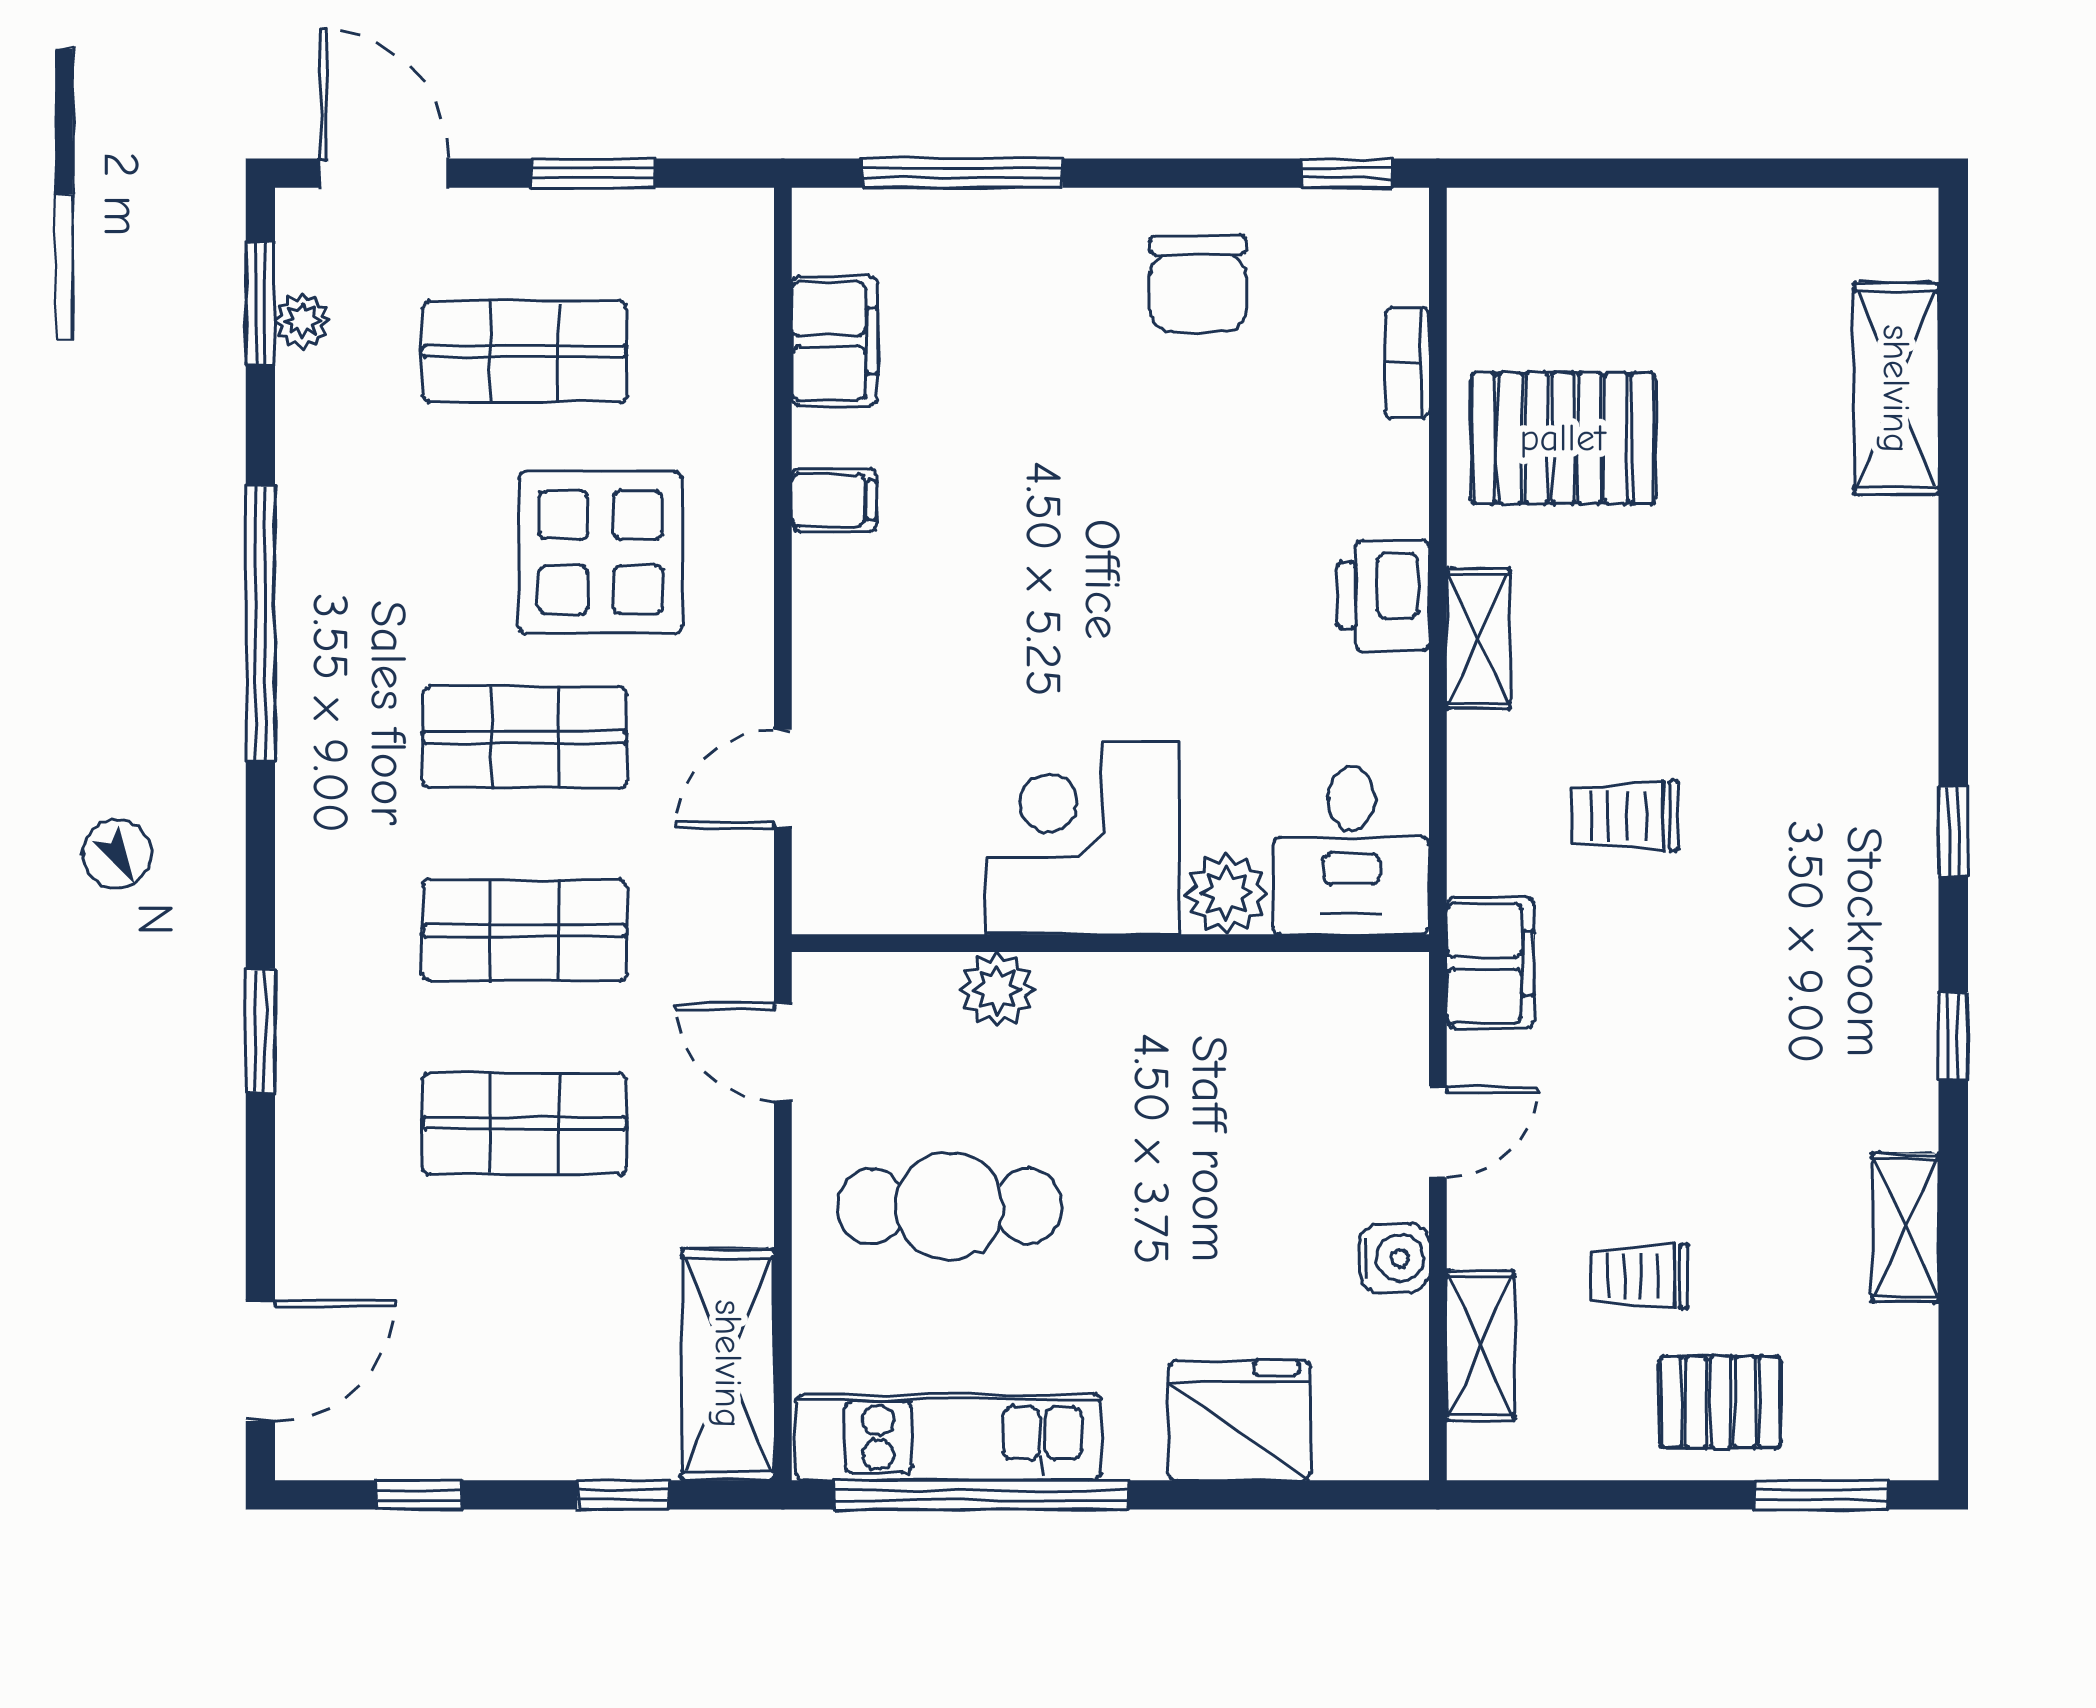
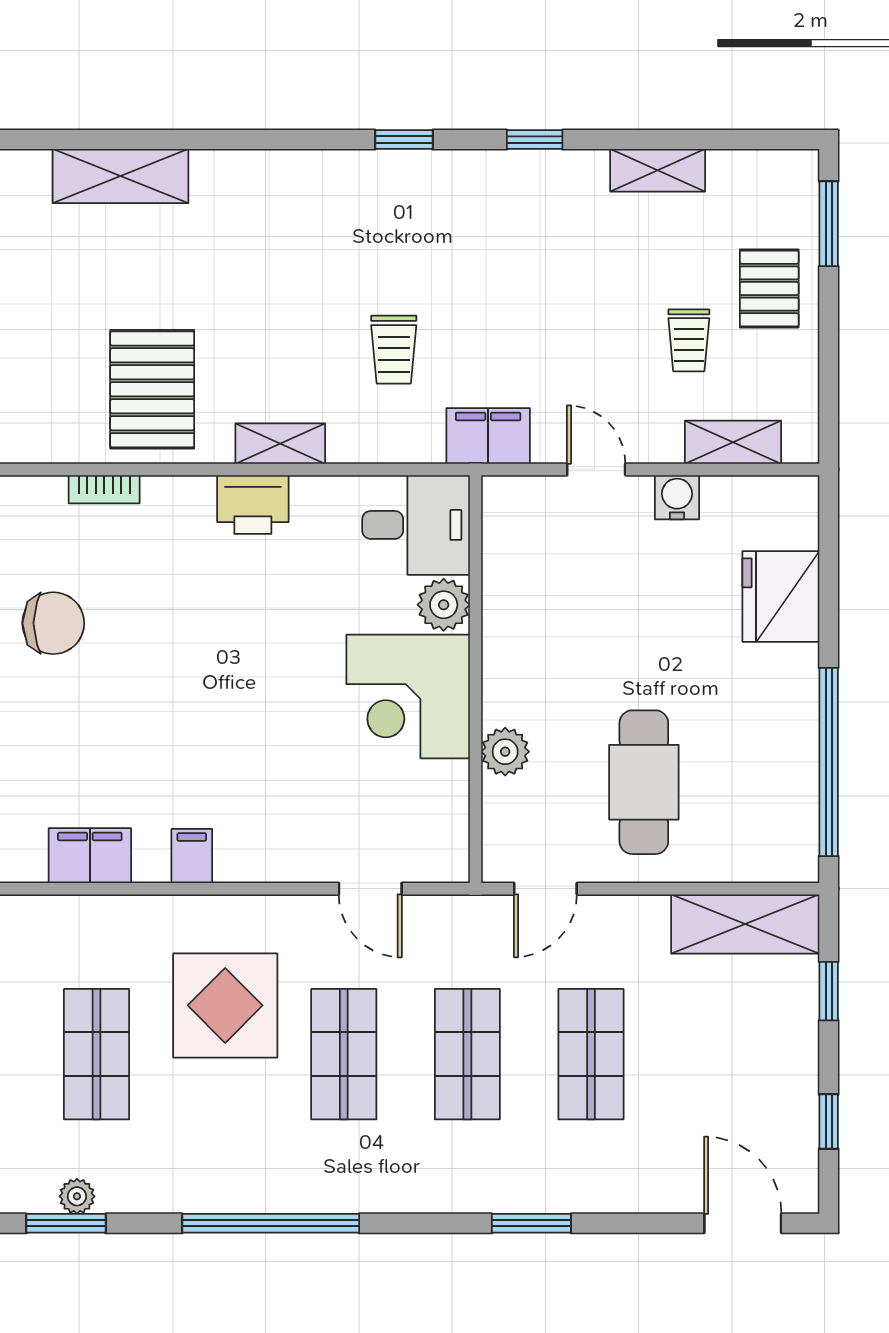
kitchen unit: (948, 1437) -> (792, 783), removed

